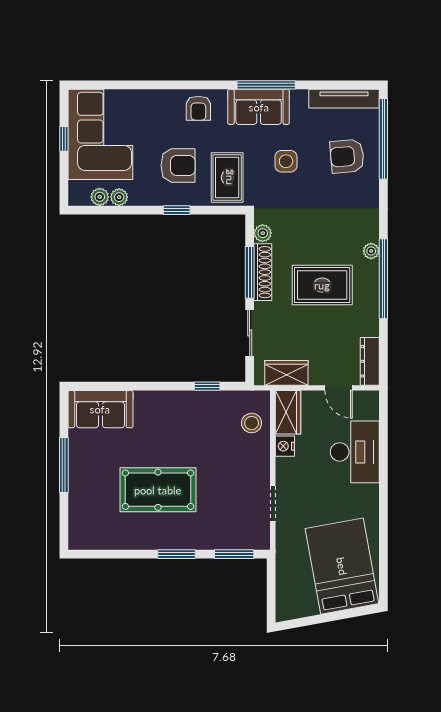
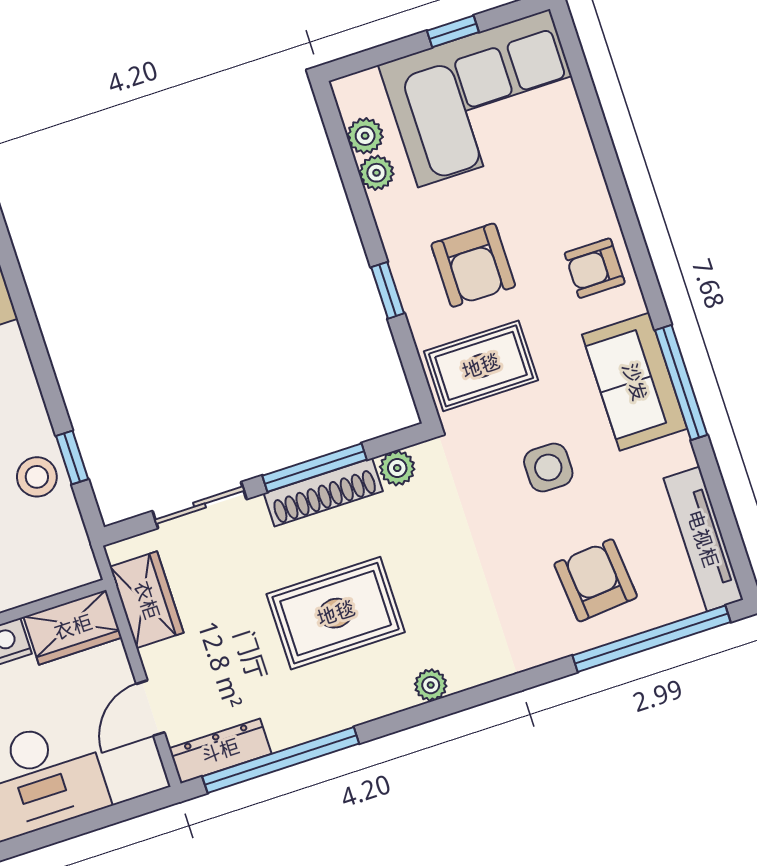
window: (383, 279) -> (281, 760), moved
rug: (322, 285) -> (336, 613), turned 90
stool: (252, 423) -> (37, 477), moved

